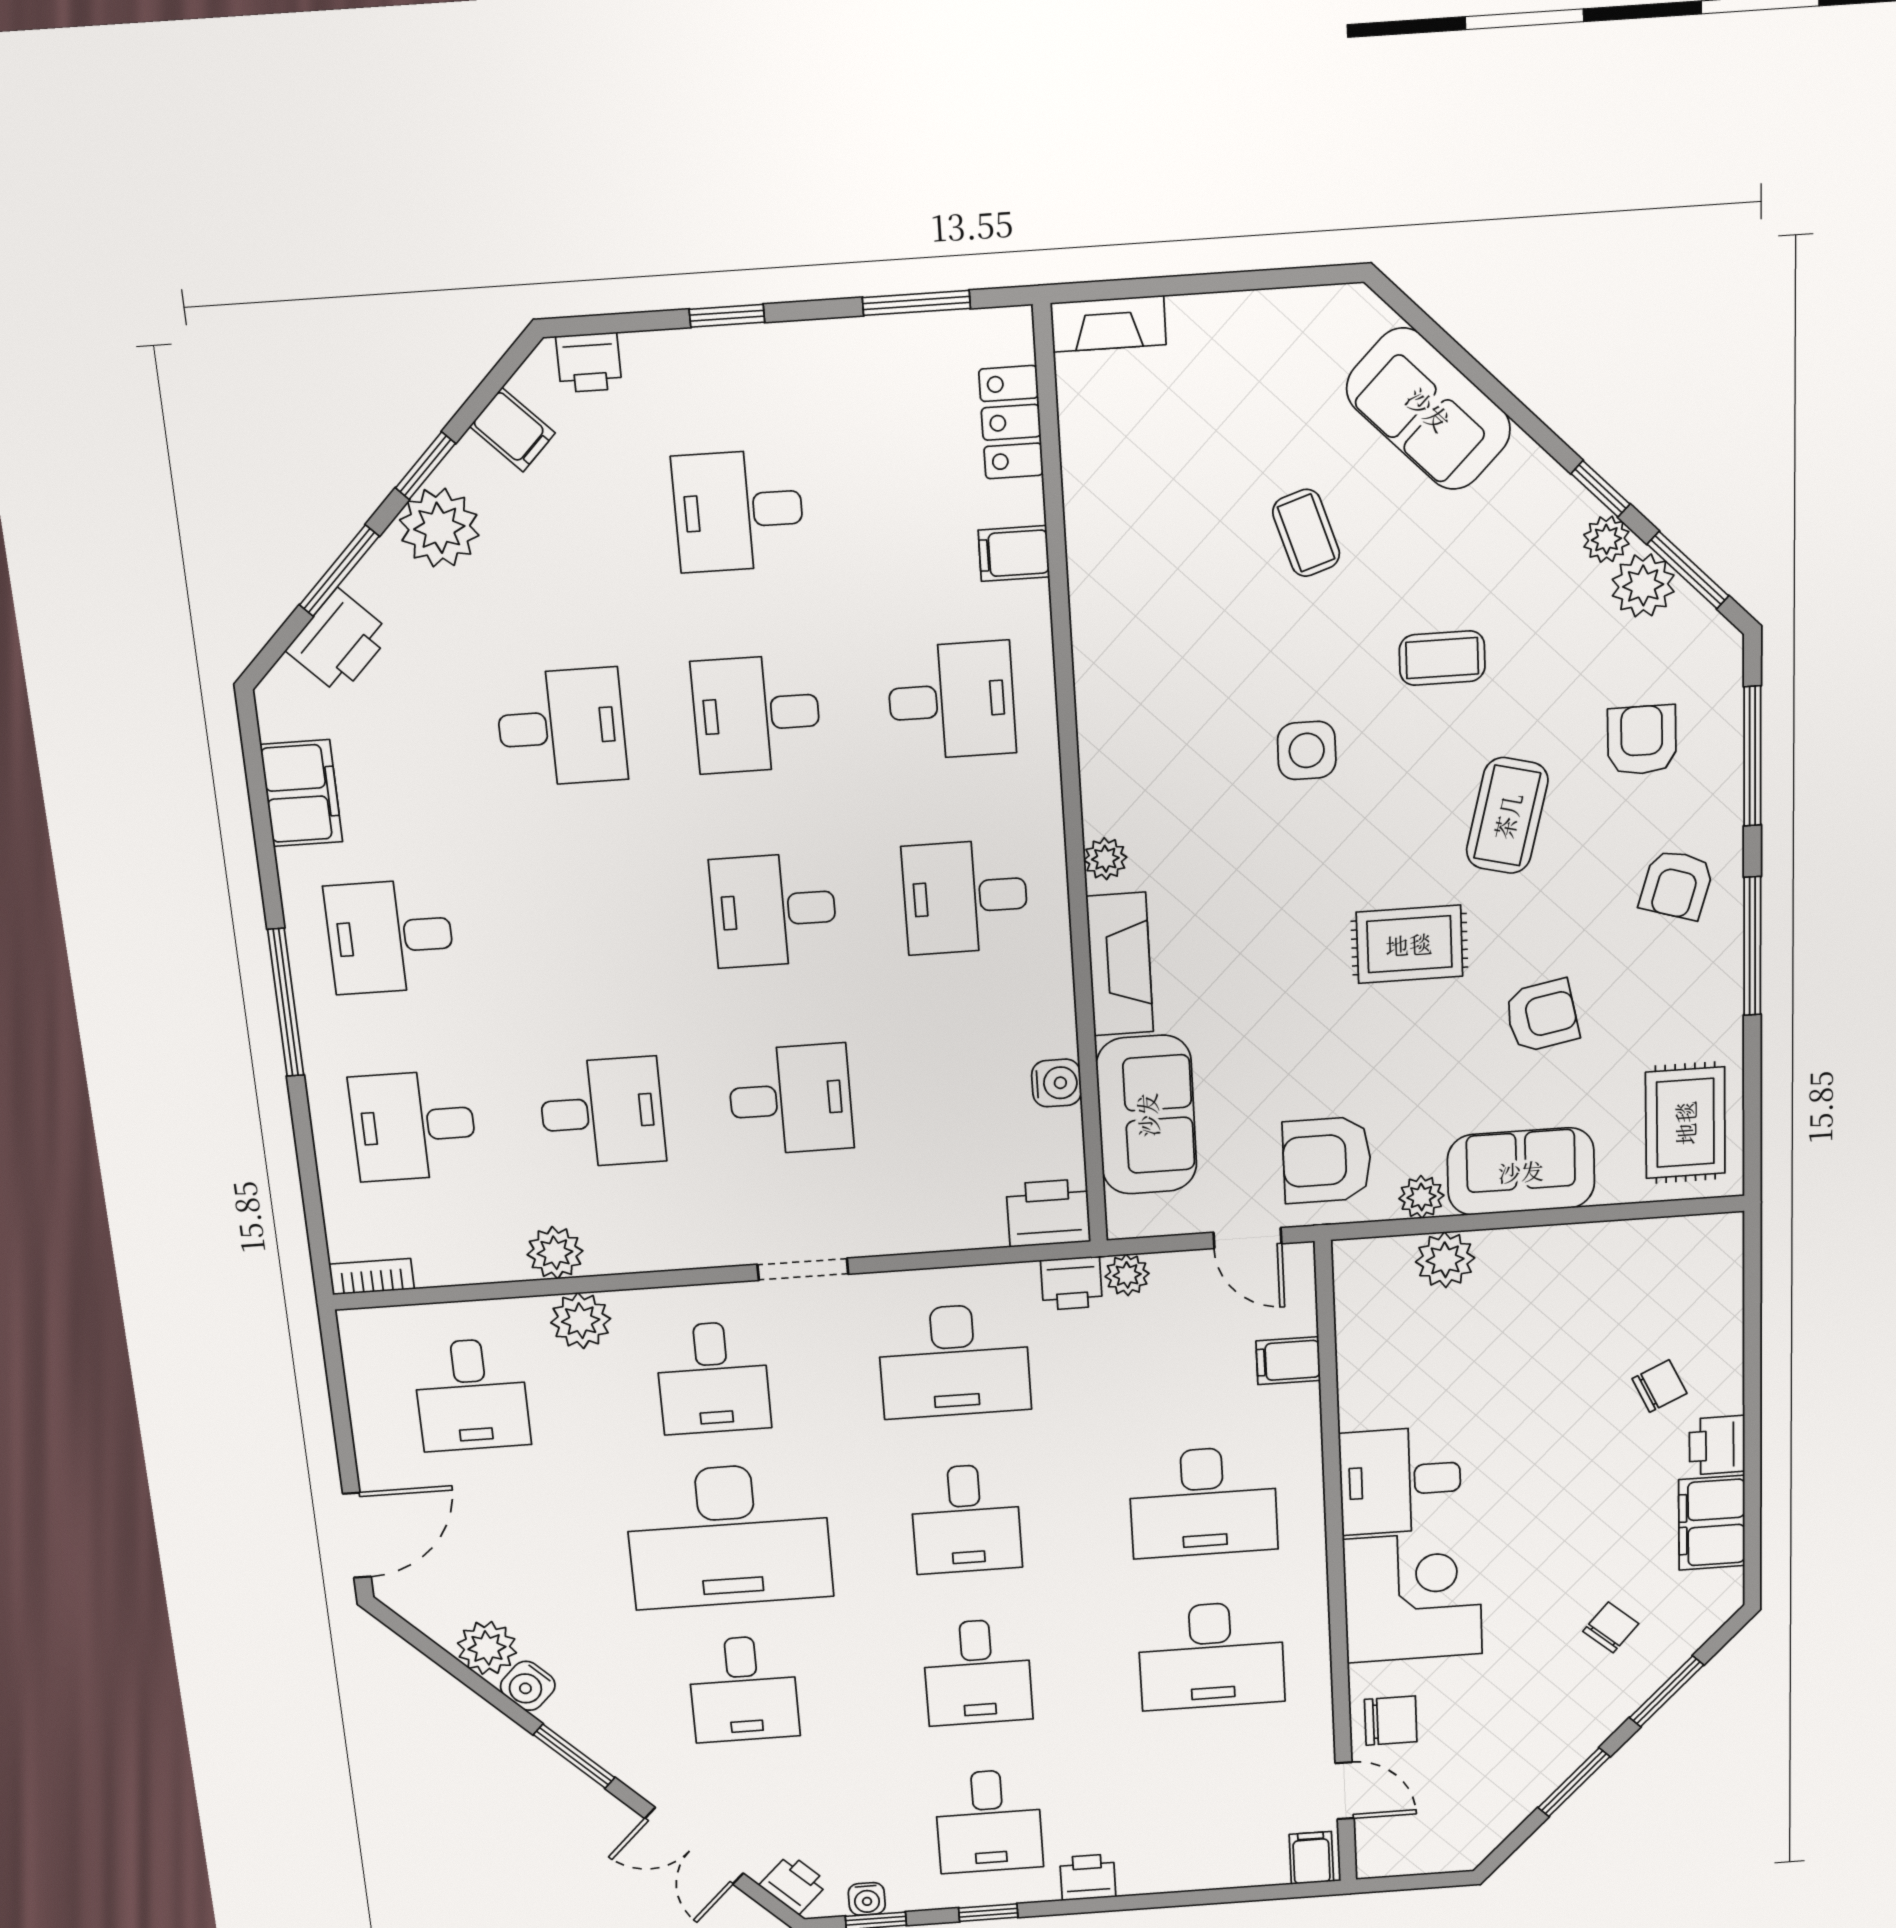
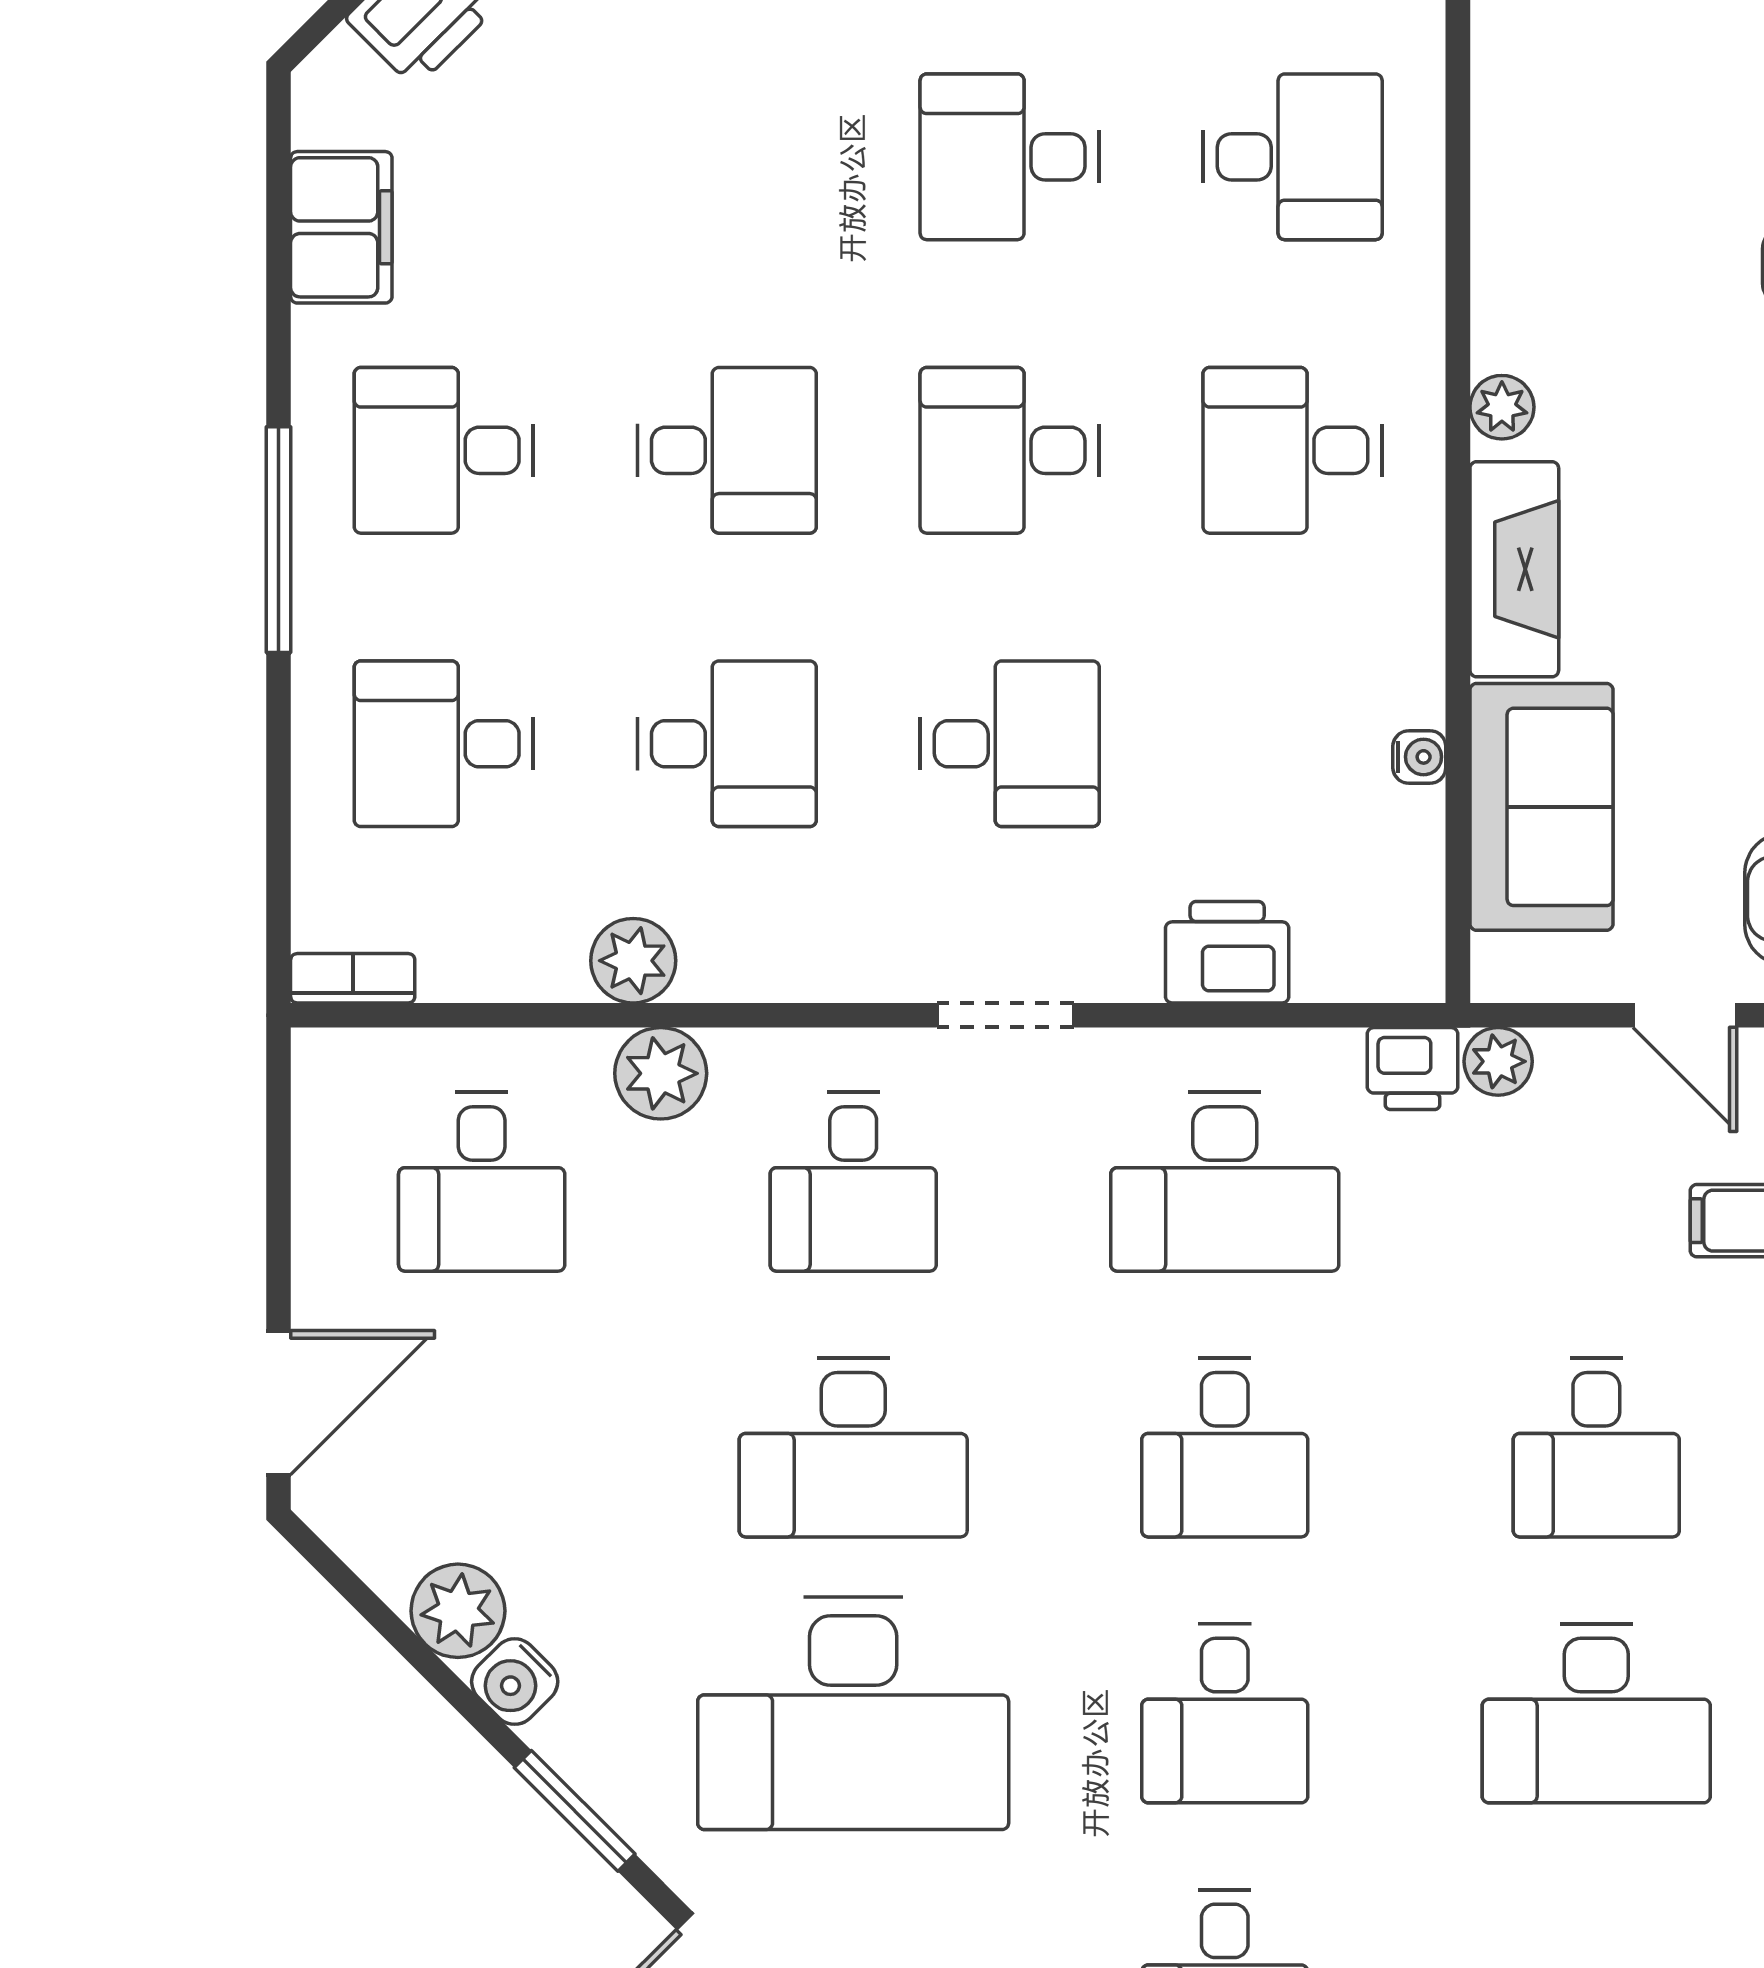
desk: (561, 727) -> (727, 450), moved
water cooler: (1057, 1083) -> (1419, 757), width x0.72, depth x0.72
printer: (1048, 1213) -> (1227, 952), moved
desk: (1203, 1502) -> (1596, 1448), width x0.73
desk: (728, 1536) -> (853, 1448), width x0.73, depth x0.77
desk: (743, 1689) -> (853, 1713), width x1.87, depth x1.30

